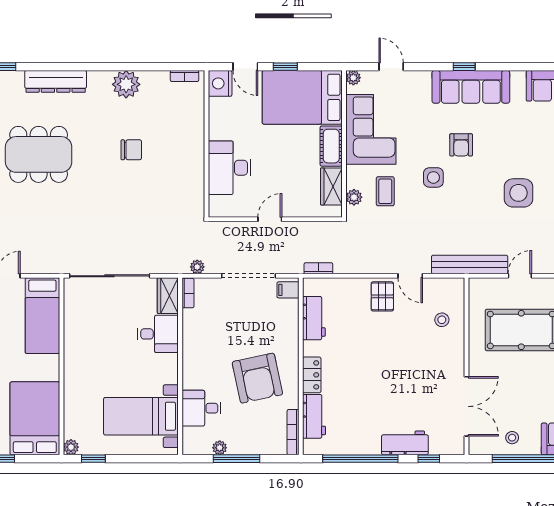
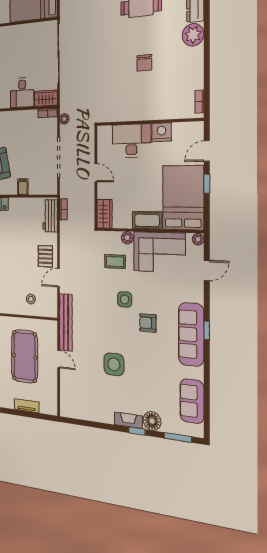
nightstand: (220, 83) -> (162, 132), moved
plant: (126, 84) -> (193, 35), moved
wardrobe: (331, 186) -> (104, 214), moved, turned 90
plant: (354, 197) -> (127, 238), moved
filing cabinet: (288, 290) -> (23, 187), moved
pallet: (382, 296) -> (45, 256), turned 90
workbench: (314, 318) -> (50, 216), moved, turned 90

